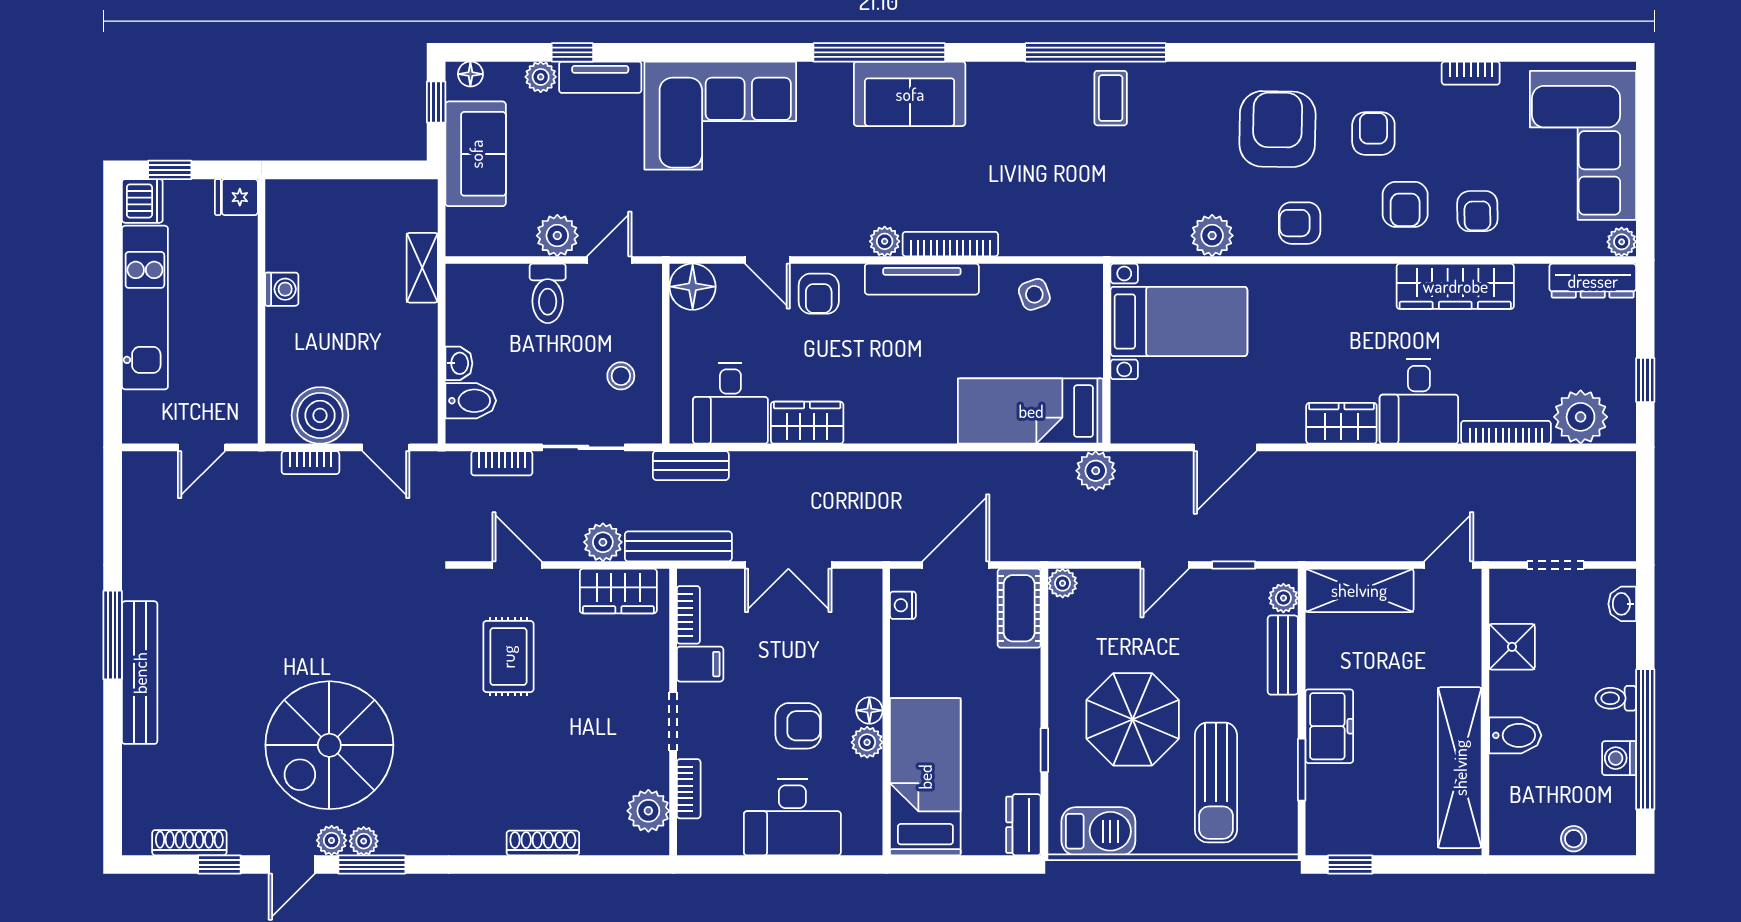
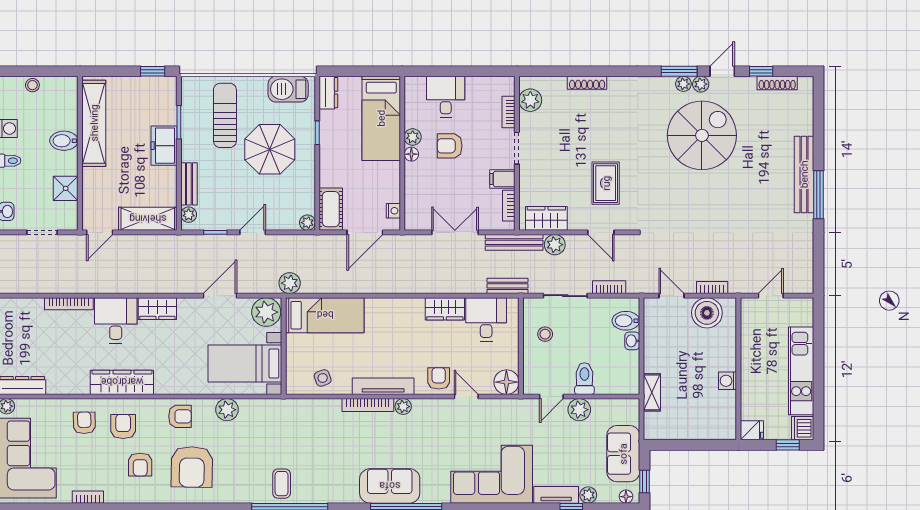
wardrobe: (1455, 286) -> (122, 382), moved
plant: (1581, 417) -> (266, 312), moved
desk: (792, 817) -> (446, 97), width x0.73

